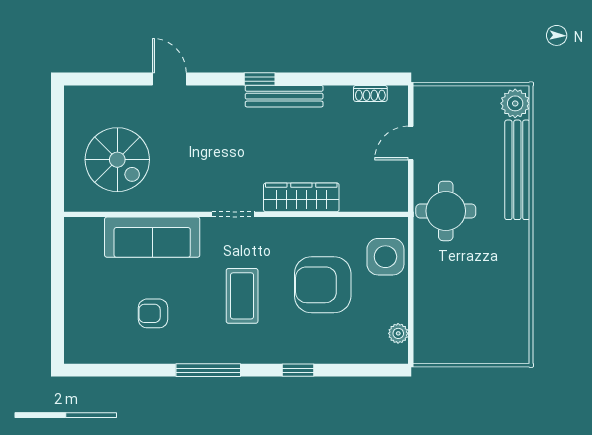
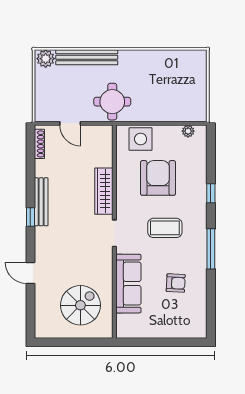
door: (169, 79) -> (30, 273), hinge flipped
shoe rack: (370, 93) -> (39, 144), width x1.43
armchair: (323, 285) -> (158, 178), turned 180
armchair: (153, 313) -> (176, 283), turned -87

